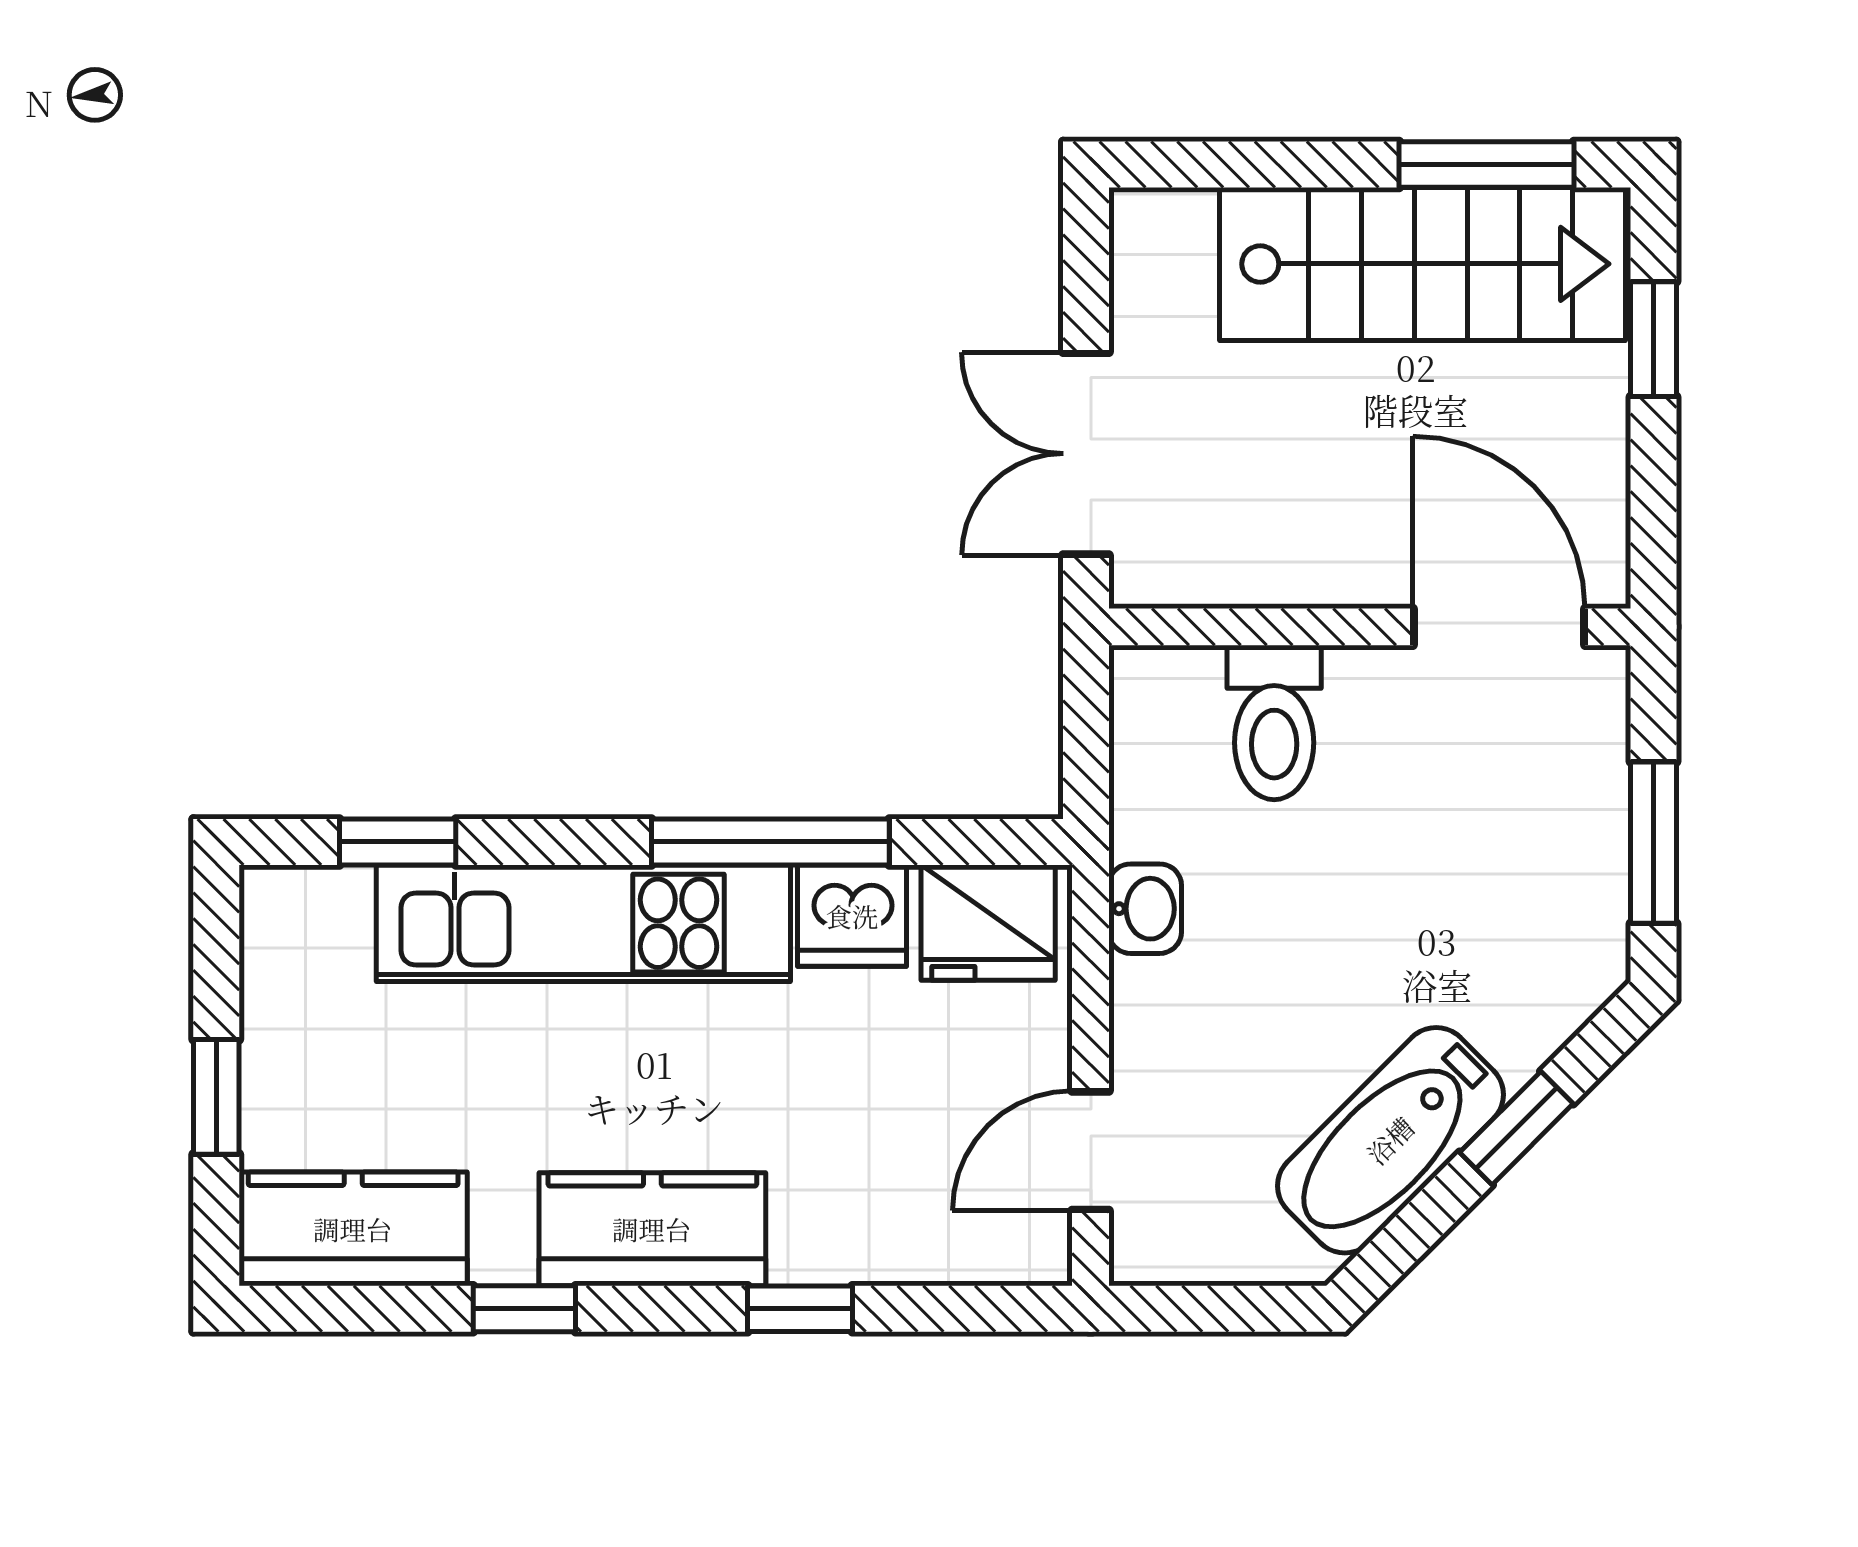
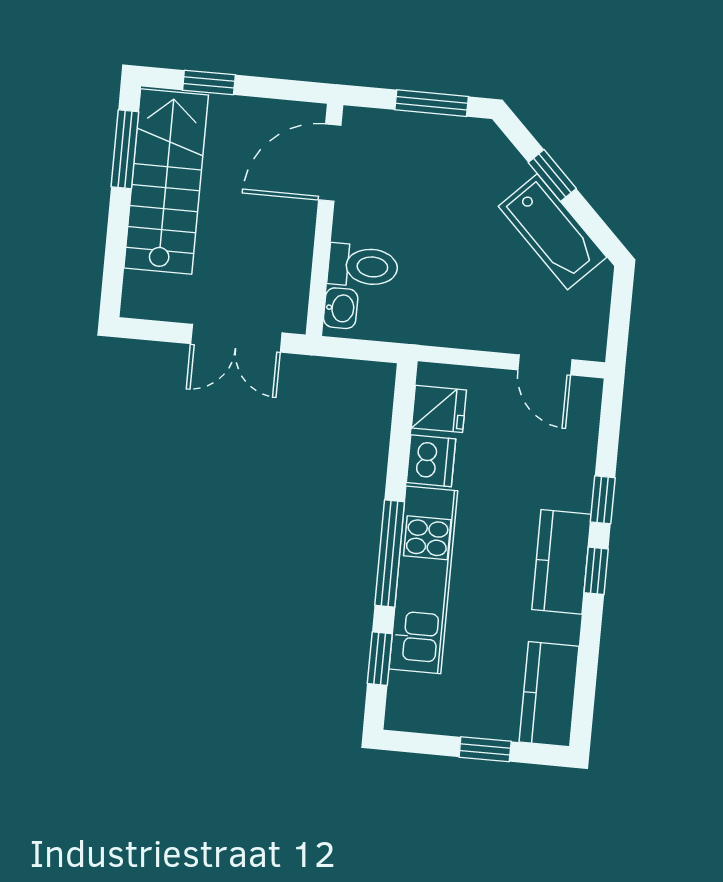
window: (770, 842) -> (390, 553), moved
washbasin: (1145, 909) -> (341, 308), moved, turned 90
fridge: (988, 923) -> (439, 409), width x0.72
window: (524, 1309) -> (596, 571), moved

